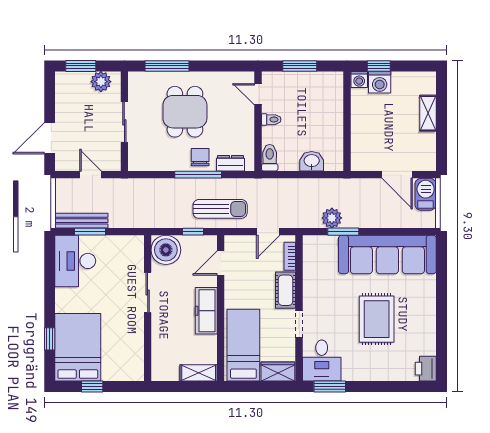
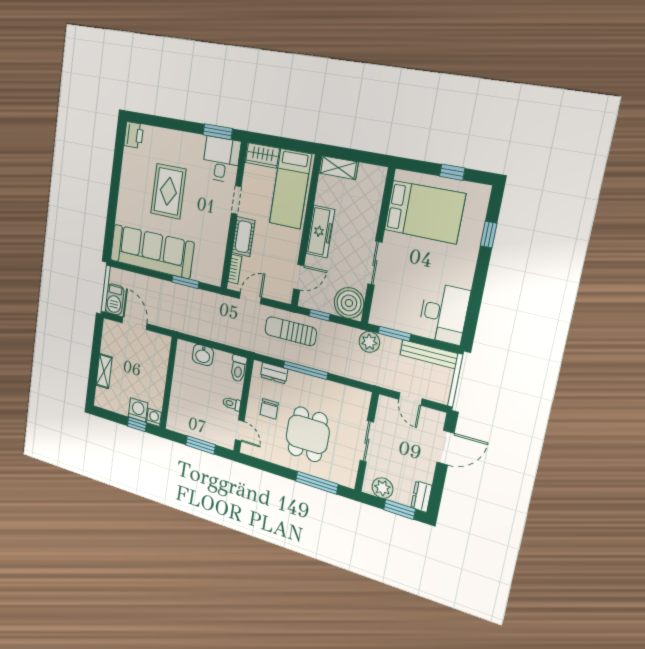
dresser: (63, 85) -> (421, 497), added
chair: (200, 157) -> (269, 409), moved
plant: (332, 218) -> (369, 342), moved
window: (90, 232) -> (394, 334), moved
bed: (78, 347) -> (424, 212), moved, turned -90

